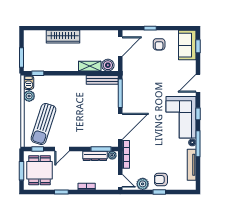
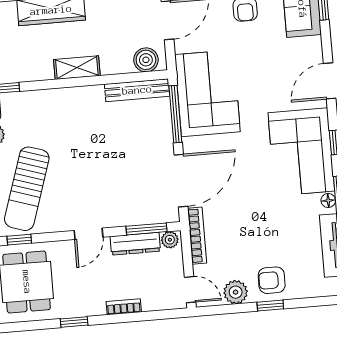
shelving: (90, 66) -> (77, 68), moved
corner sofa: (137, 84) -> (207, 93), added
door: (62, 149) -> (88, 234), moved

